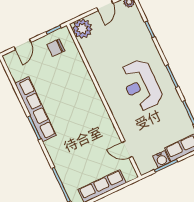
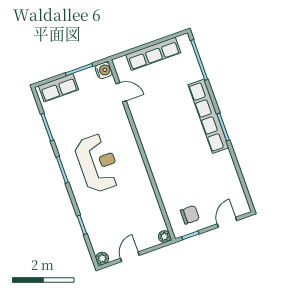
plant: (82, 29) -> (164, 236), width x0.53, depth x0.53
row of seats: (35, 109) -> (208, 116), moved
water cooler: (161, 159) -> (104, 70), moved, turned 90

